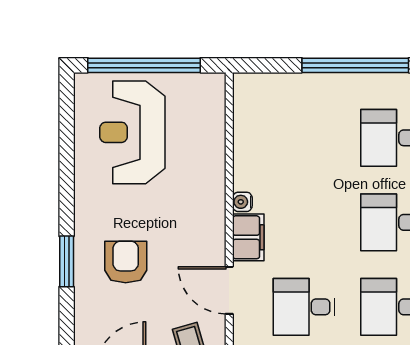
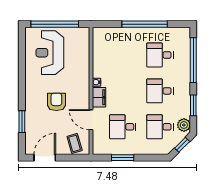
window: (67, 261) -> (22, 122), moved
armchair: (126, 262) -> (56, 102), moved

